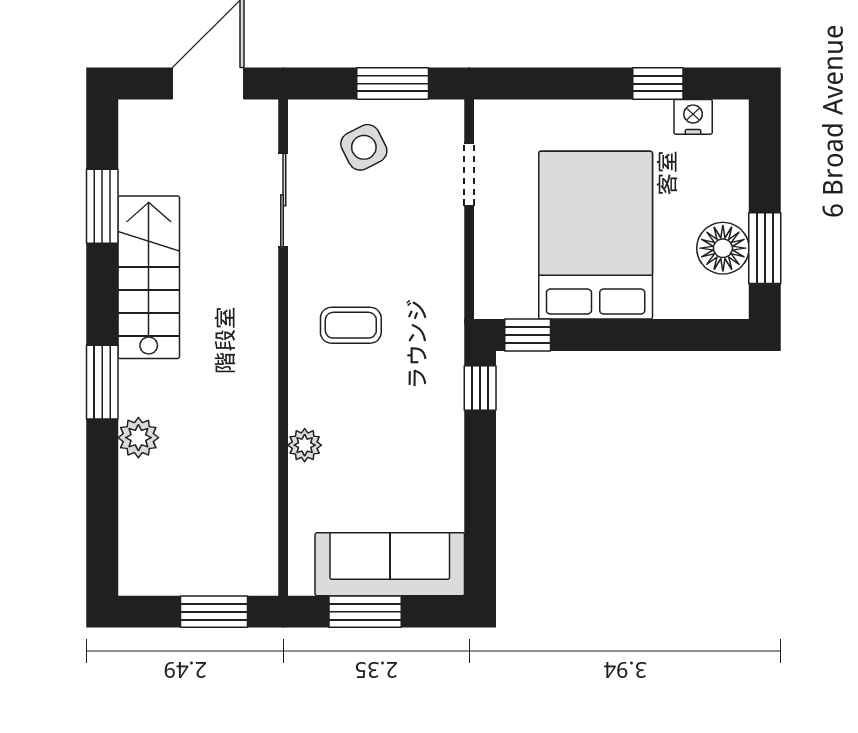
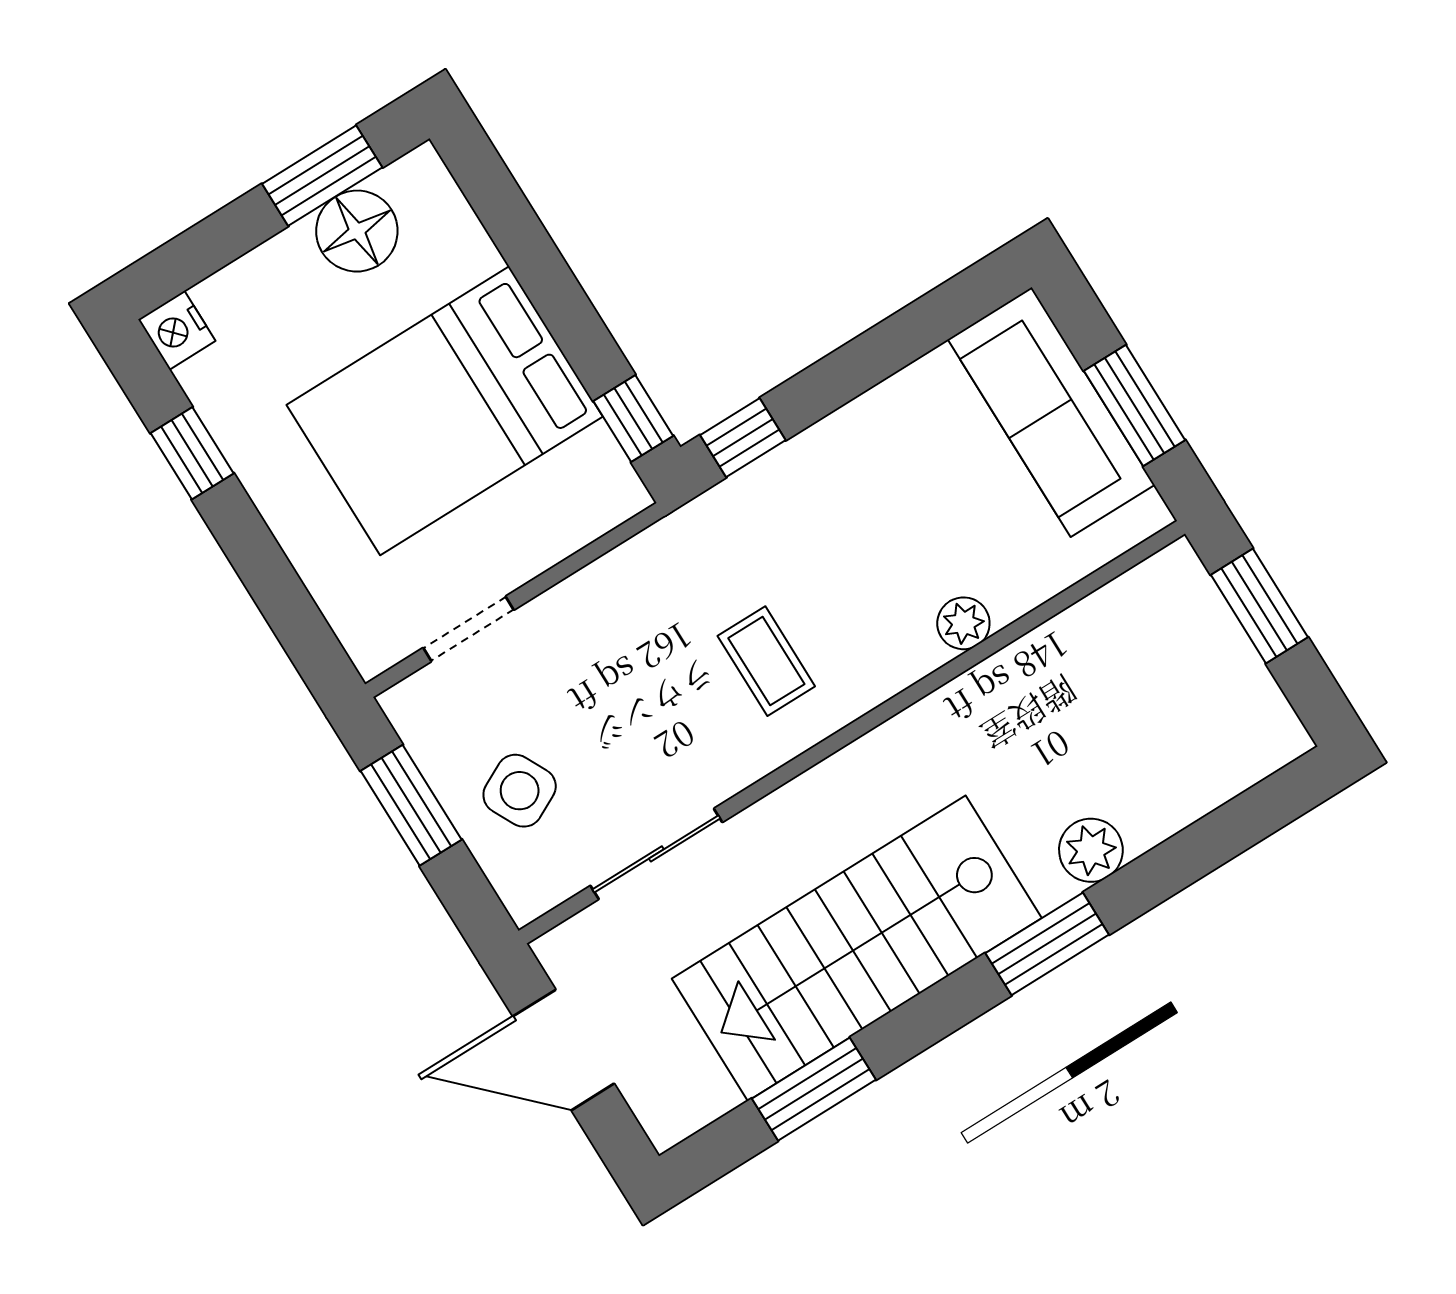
nightstand: (693, 117) -> (177, 330), moved
stairs: (149, 277) -> (857, 948), width x1.36, depth x1.51

